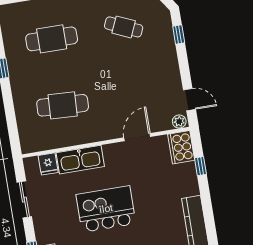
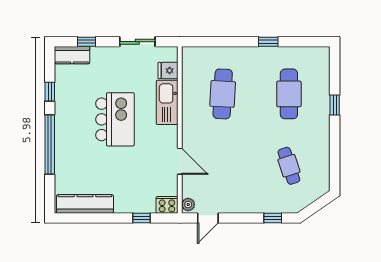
cafe table: (124, 27) -> (289, 166), turned -42
cooker: (181, 147) -> (167, 205), width x0.73, depth x0.76

